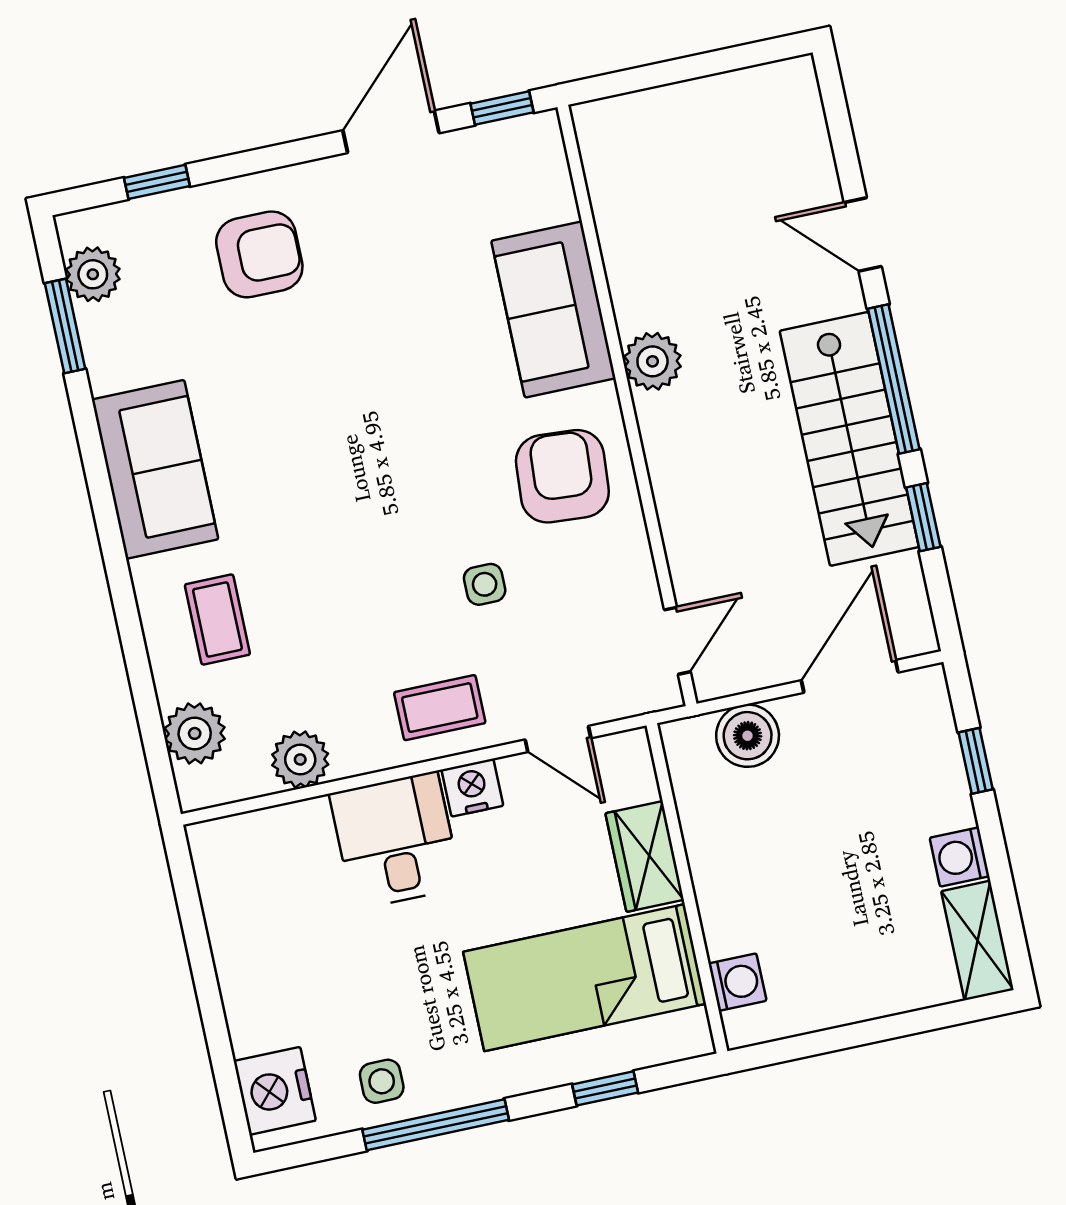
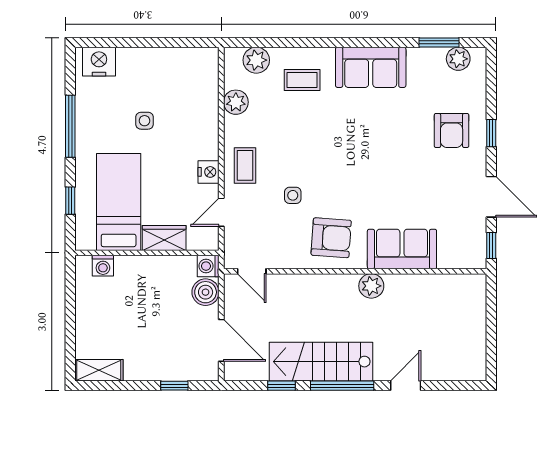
window: (157, 182) -> (491, 133), moved
desk: (396, 840) -> (193, 135), removed
washing machine: (960, 857) -> (208, 266), moved, turned -90
side table: (382, 1081) -> (145, 121), moved

